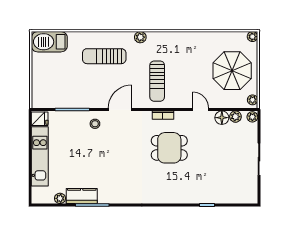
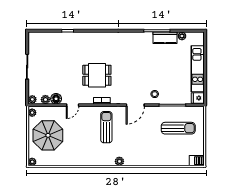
barbecue: (49, 42) -> (197, 161), width x0.53, depth x0.65
sun lounger: (104, 56) -> (178, 128), moved
door: (201, 110) -> (73, 105), hinge flipped

